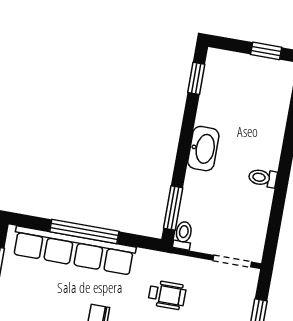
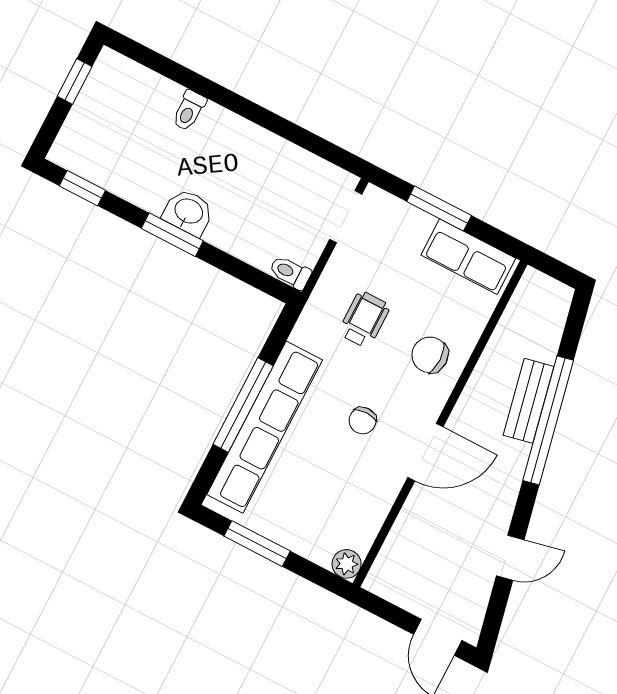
washbasin: (203, 149) -> (188, 212), width x0.72
toilet: (263, 178) -> (189, 111), moved
window: (173, 208) -> (172, 235), moved

